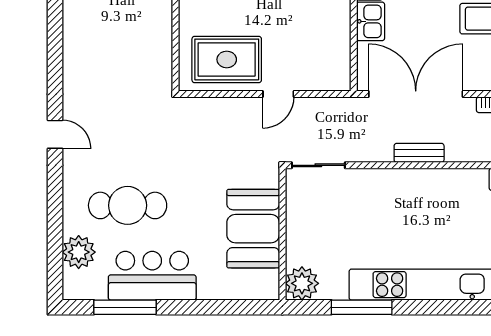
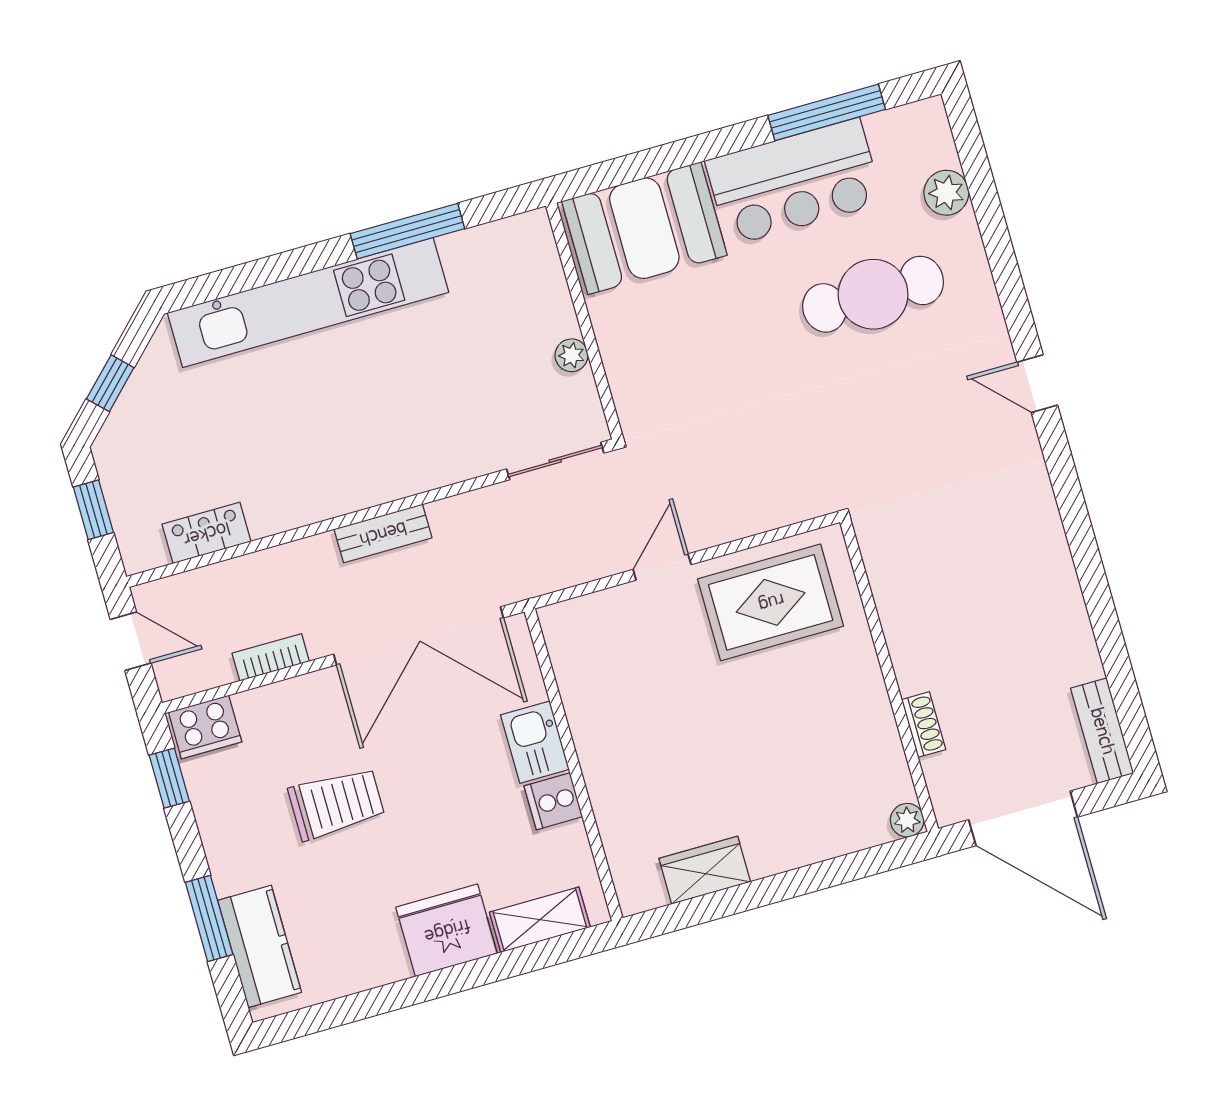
booth: (253, 229) -> (644, 228), moved, turned 90
plant: (79, 252) -> (946, 193), width x0.73, depth x0.73
plant: (302, 283) -> (572, 355), moved, width x0.53, depth x0.53

